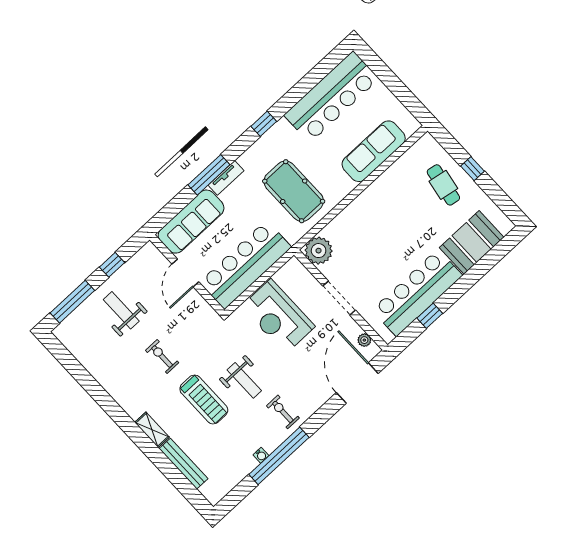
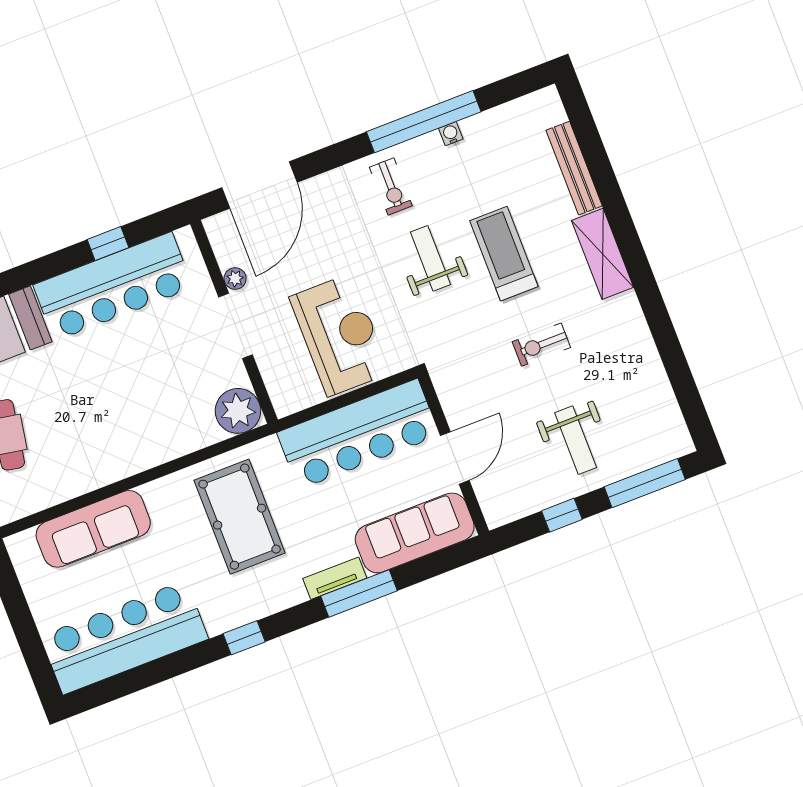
plant: (364, 340) -> (235, 279), moved
exercise bike: (162, 357) -> (541, 345), turned 90
shelving: (152, 430) -> (603, 254), width x1.50, depth x1.33

